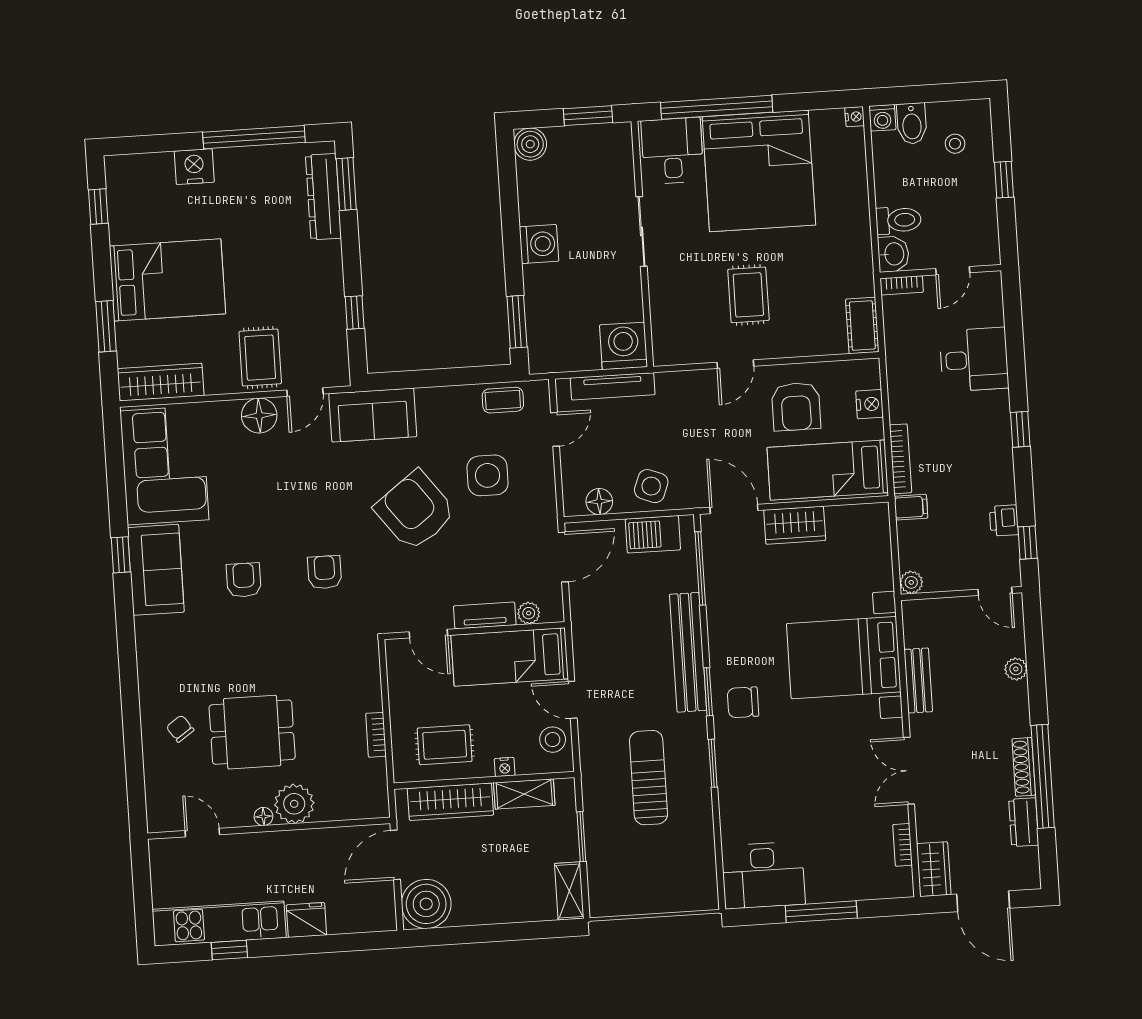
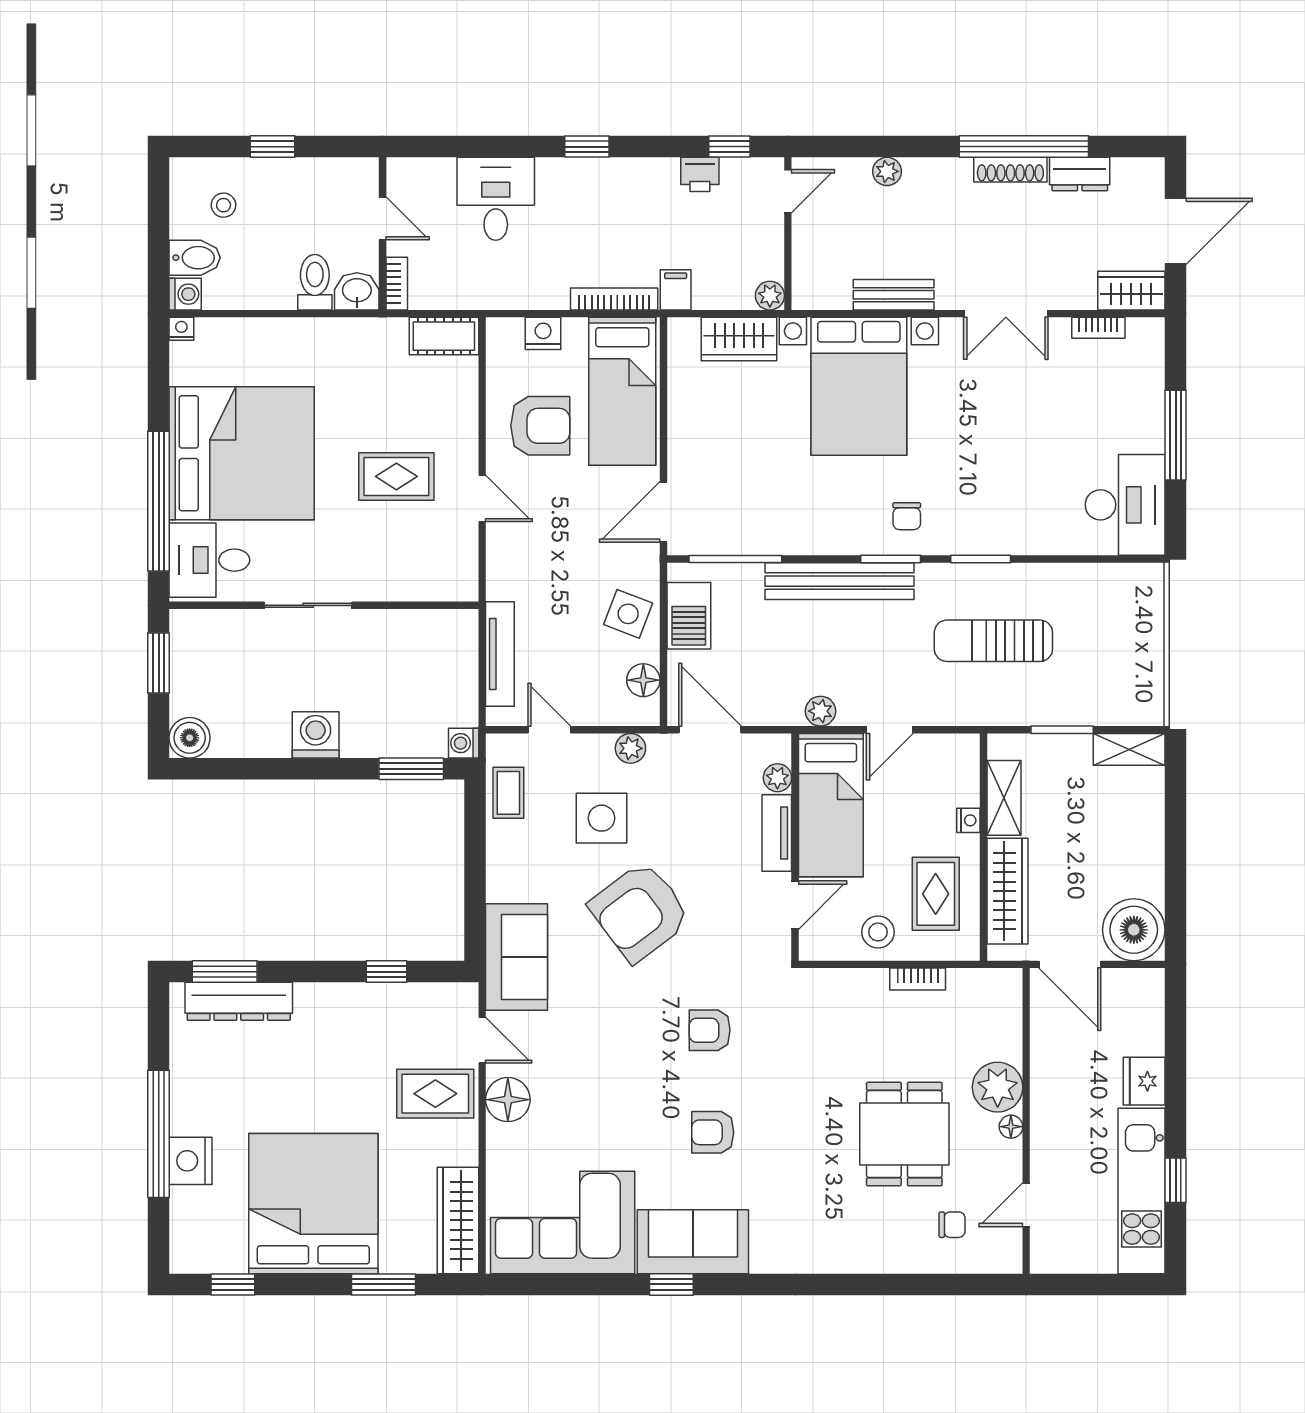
window: (254, 137) -> (159, 1134), moved
bed: (167, 280) -> (313, 1204), width x1.36
washing machine: (623, 346) -> (464, 743), moved, width x0.53, depth x0.53
plant: (545, 495) -> (630, 748), added
wardrobe: (795, 525) -> (739, 339), moved, turned 90
plant: (584, 644) -> (820, 711), added
chair: (743, 702) -> (907, 516), width x0.73, depth x0.73
chair: (180, 729) -> (952, 1225), moved, turned -145
stool: (553, 740) -> (878, 932), moved

